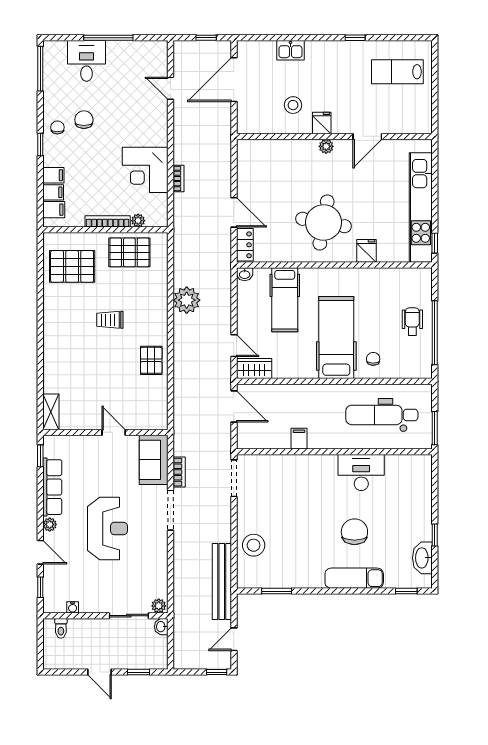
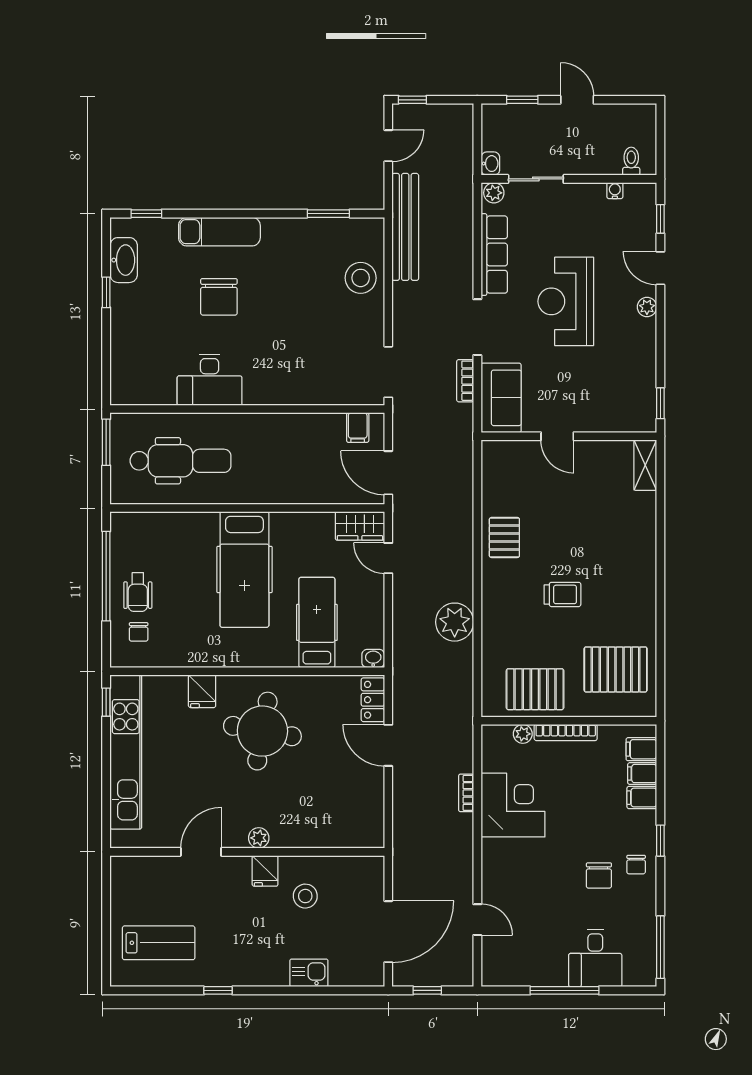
chair: (373, 359) -> (139, 632), moved
filing cabinet: (299, 439) -> (358, 428), moved
row of seats: (52, 487) -> (494, 255), moved, turned 180

